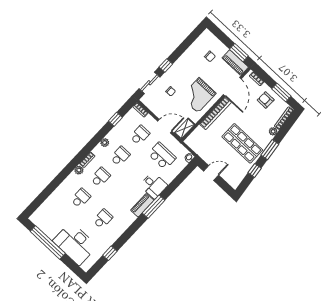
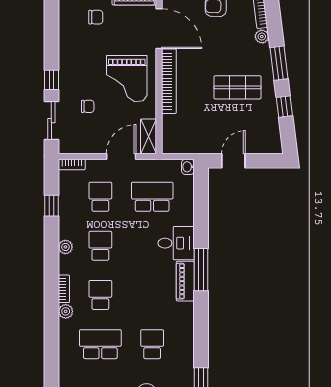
shop shelf: (242, 143) -> (237, 87), width x0.70, depth x0.74
school desk: (81, 198) -> (100, 344), width x1.85

